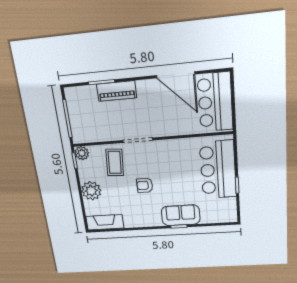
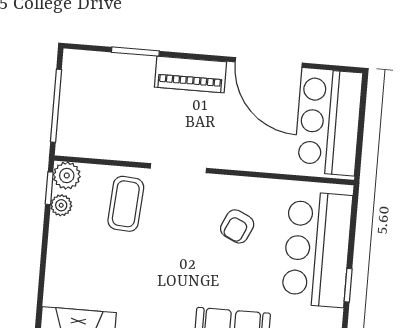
piano: (117, 91) -> (190, 74), moved
armchair: (145, 185) -> (237, 226), moved, turned -65
plant: (91, 191) -> (61, 205), moved, width x0.53, depth x0.53

